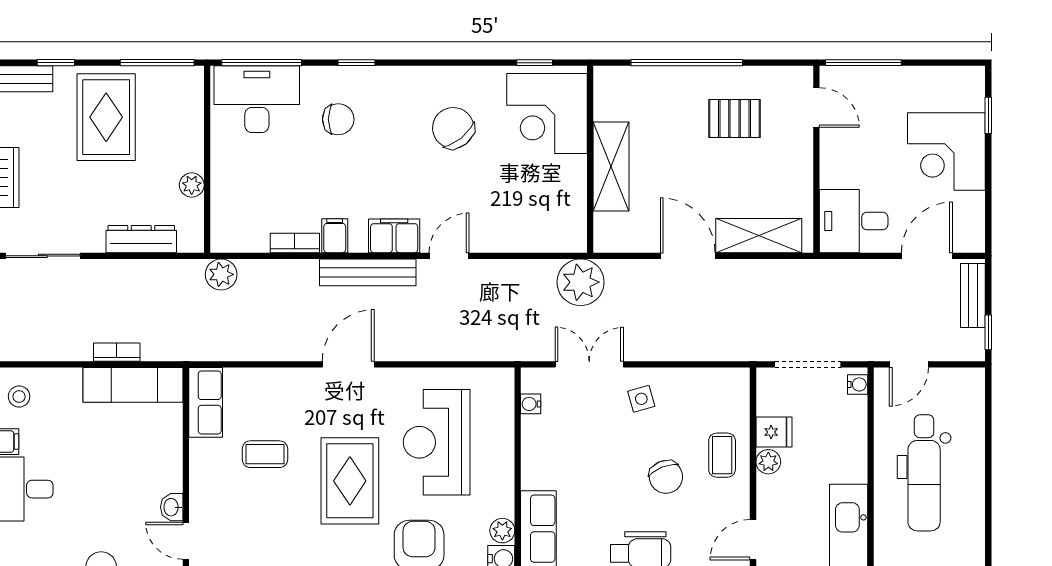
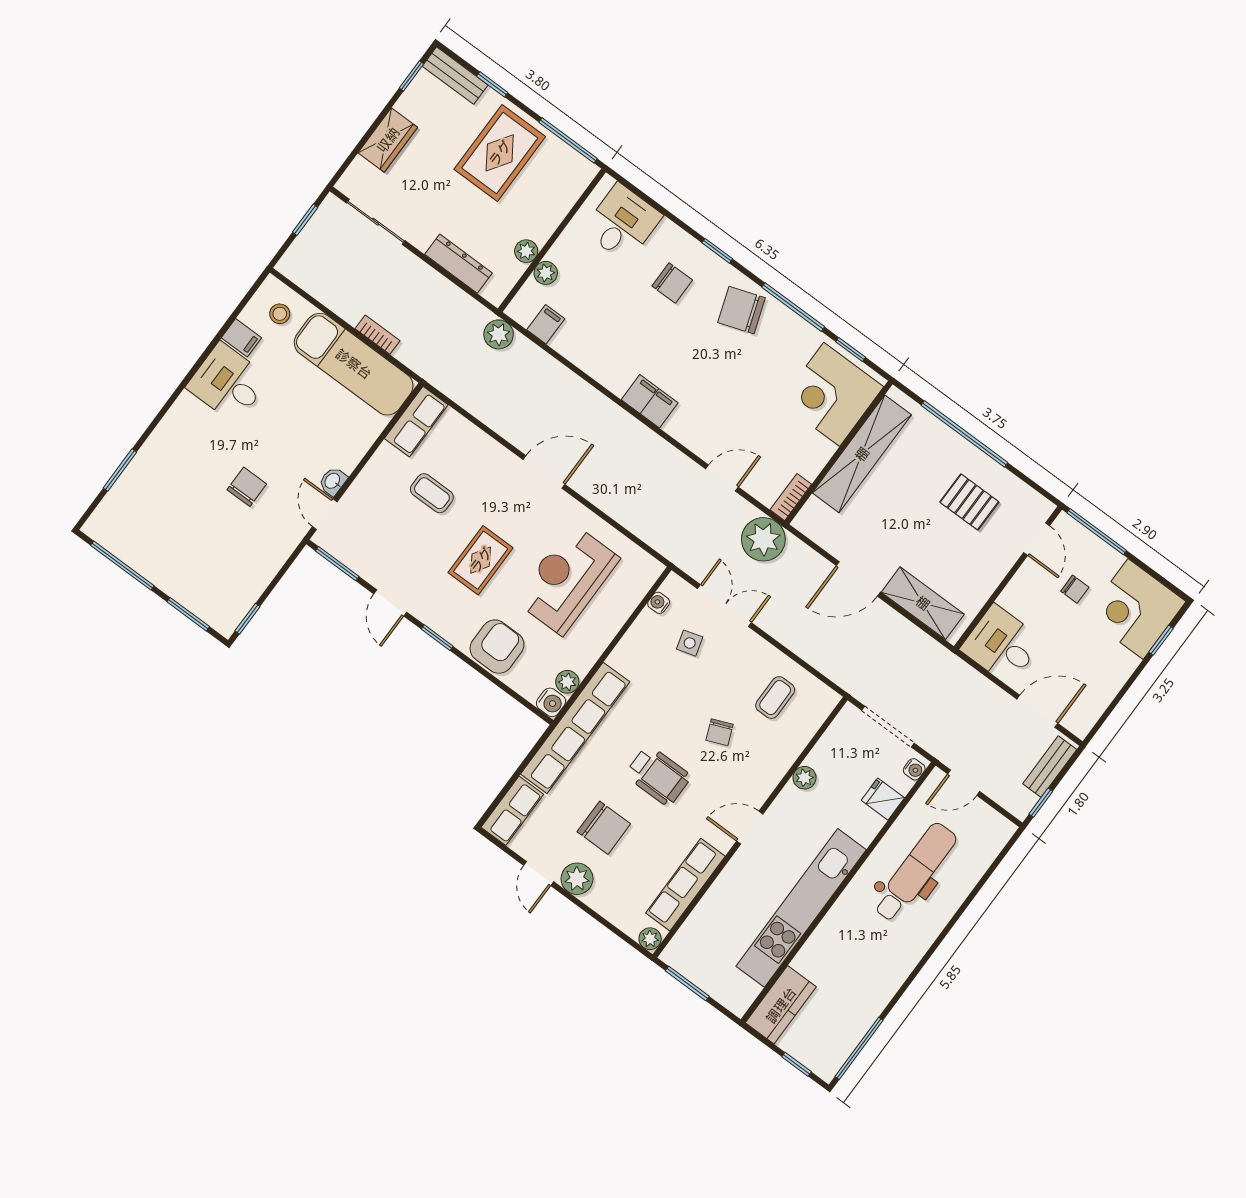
window: (262, 63) -> (793, 307), moved
desk: (257, 99) -> (622, 223), width x0.73
chair: (881, 126) -> (1075, 589), added
chair: (453, 128) -> (742, 310), moved, turned -70
corner desk: (946, 152) -> (1136, 609), moved
shelving: (611, 166) -> (862, 454), width x1.47
plant: (223, 191) -> (546, 273), added
filing cabinet: (335, 236) -> (546, 324), moved
bookcase: (295, 243) -> (791, 497), moved, turned -90
door: (449, 256) -> (722, 478), moved
door: (688, 256) -> (858, 579), swing flipped
bench: (368, 272) -> (610, 414), removed
exam couch: (133, 385) -> (354, 364), width x1.36, depth x1.45
side table: (641, 399) -> (690, 643), moved
fridge: (774, 432) -> (883, 799), moved, turned 180
coffee table: (722, 455) -> (775, 698), moved
dental chair: (924, 473) -> (915, 872), turned 180
chair: (666, 477) -> (719, 732), width x0.73, depth x0.73
rug: (350, 481) -> (481, 560), width x0.73, depth x0.70

